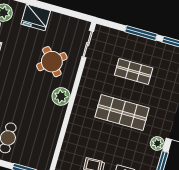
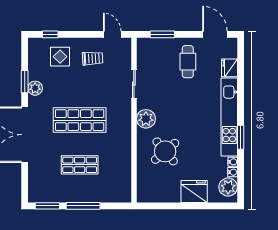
sliding door: (88, 44) -> (134, 84), moved
plant: (157, 143) -> (35, 88), moved

